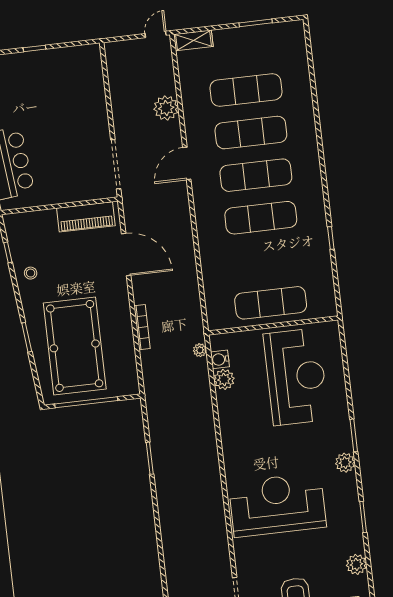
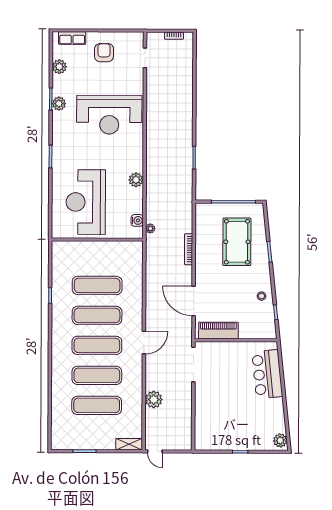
door: (156, 34) -> (155, 451), hinge flipped
door: (187, 163) -> (144, 343), moved
exercise mat: (271, 303) -> (97, 285), moved
pool table: (75, 346) -> (237, 242), width x0.73, depth x0.76
plant: (224, 379) -> (136, 180), moved
plant: (345, 463) -> (59, 104), moved

